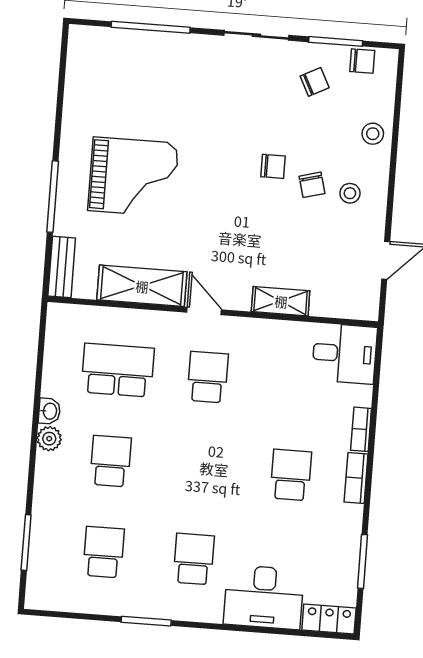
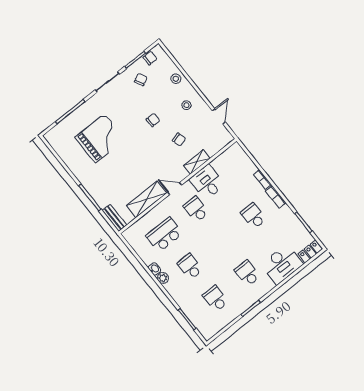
grand piano: (133, 177) -> (100, 138), moved
chair: (312, 185) -> (179, 140), moved
desk: (344, 354) -> (207, 182), moved, turned -90

